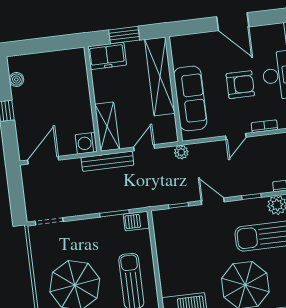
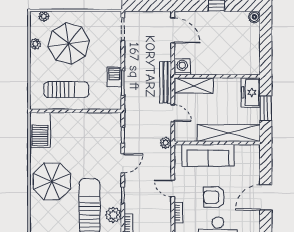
boiler: (16, 79) -> (254, 17), moved
armchair: (240, 85) -> (214, 197), turned 90
barbecue: (136, 221) -> (114, 77), moved

